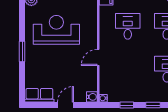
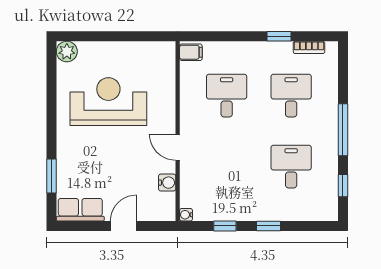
window: (22, 51) -> (52, 176), moved
door: (98, 57) -> (178, 147), hinge flipped
water cooler: (92, 97) -> (167, 183), moved

